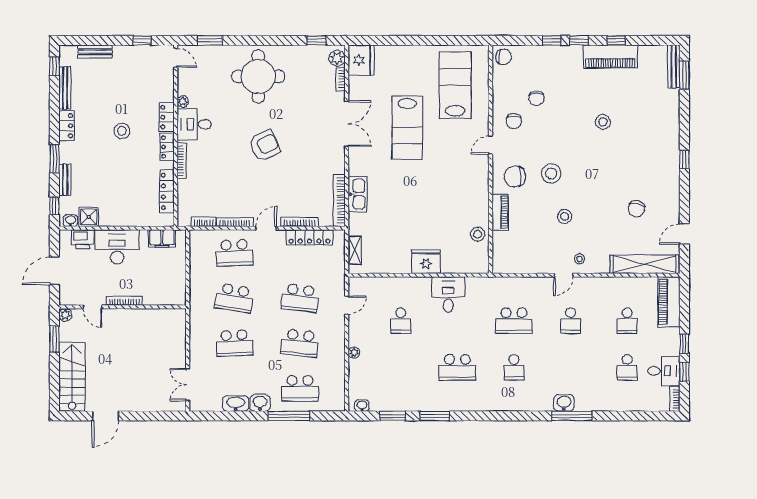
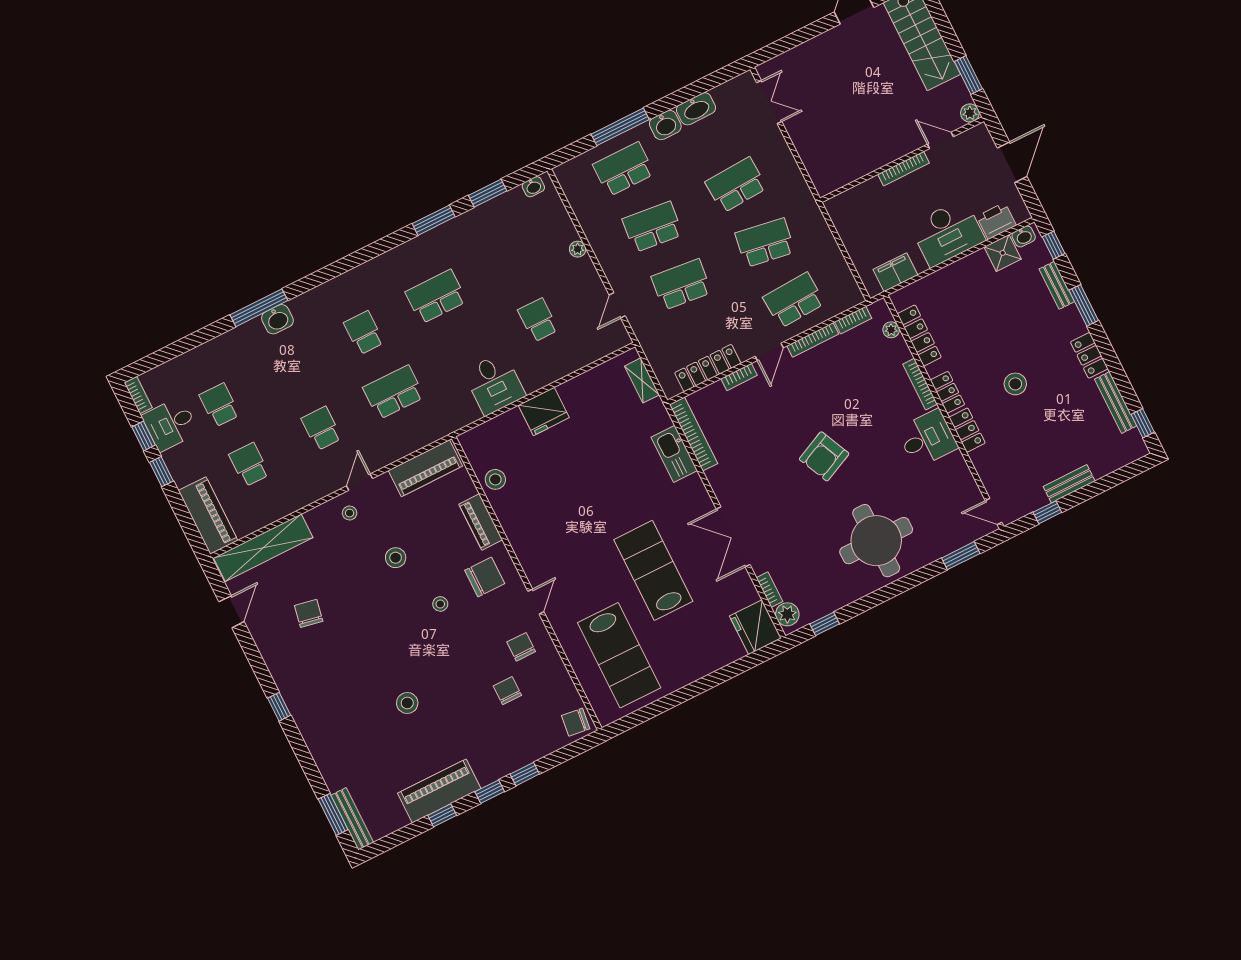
bench: (95, 52) -> (1069, 484), moved
plant: (183, 102) -> (891, 330), moved
stool: (551, 173) -> (440, 604), width x0.53, depth x0.53
bookcase: (300, 222) -> (739, 377), width x0.64
piano: (518, 263) -> (425, 468), added

